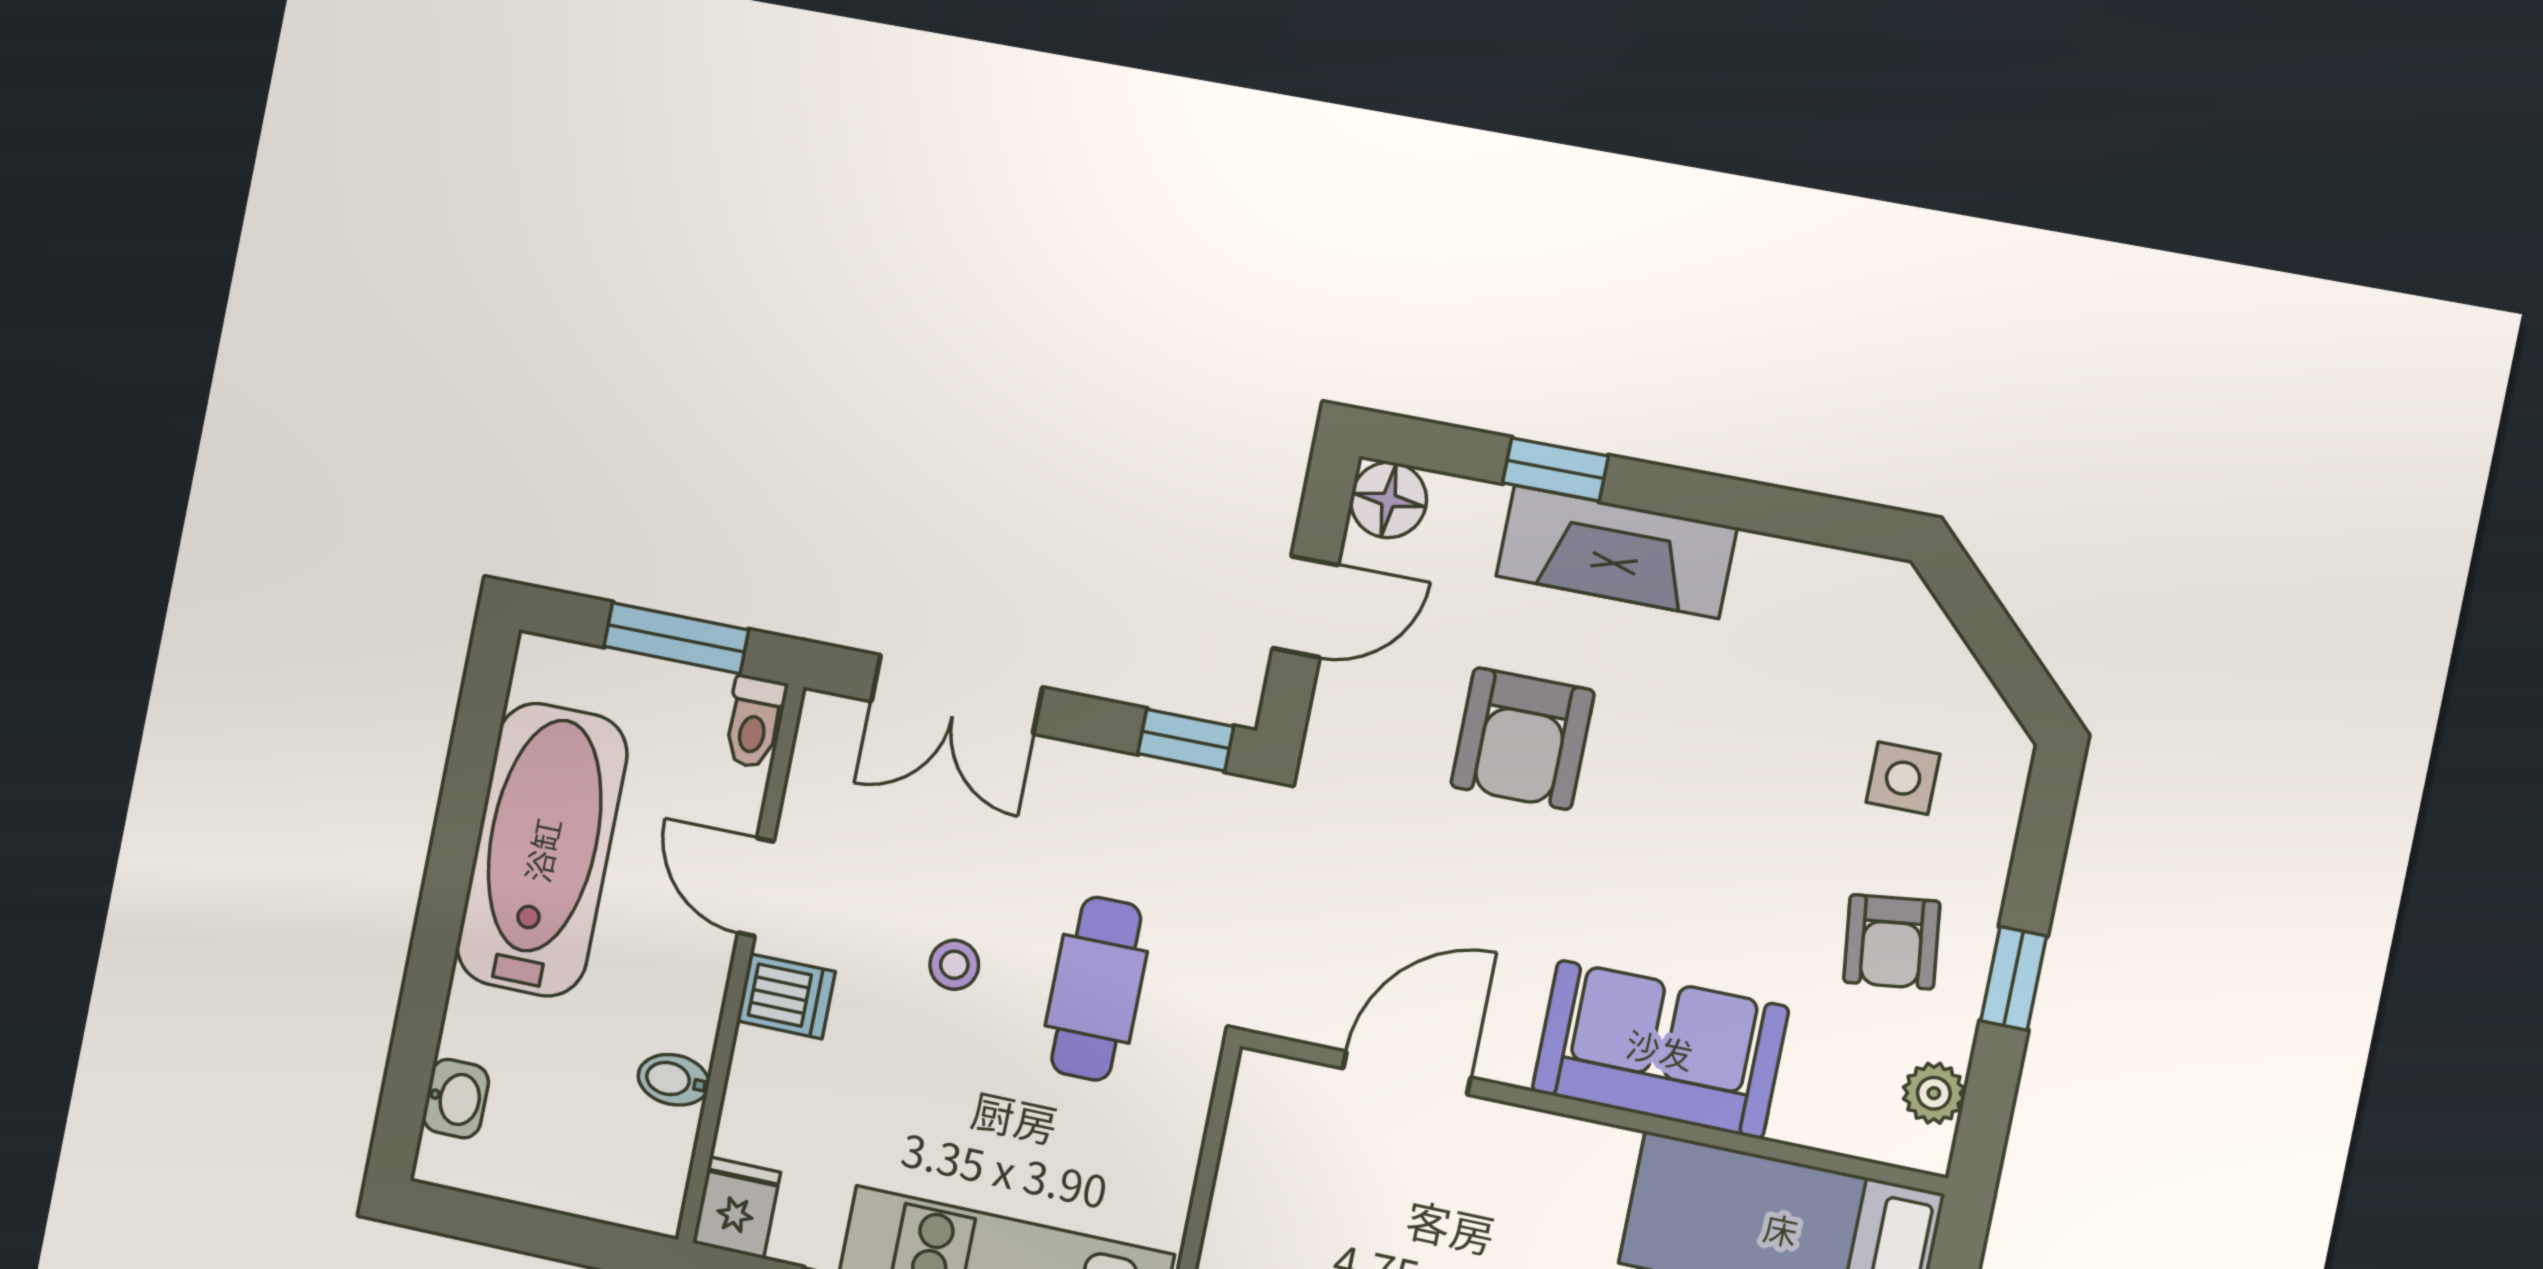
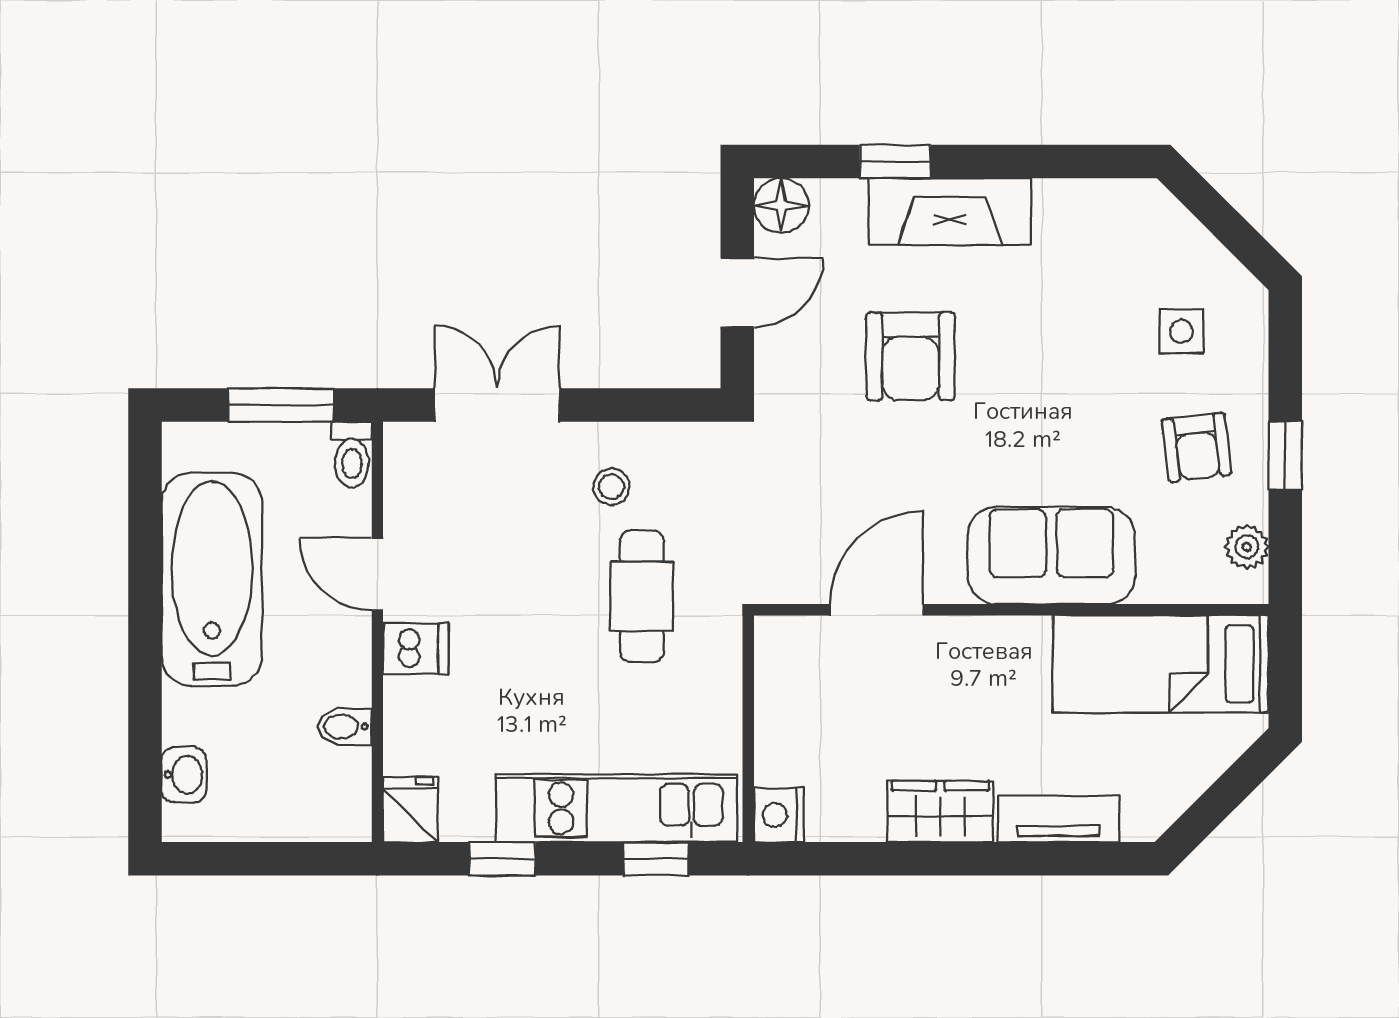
double door: (957, 694) -> (497, 405), swing flipped
window: (1186, 740) -> (670, 405), removed
stool: (954, 965) -> (611, 487), moved

